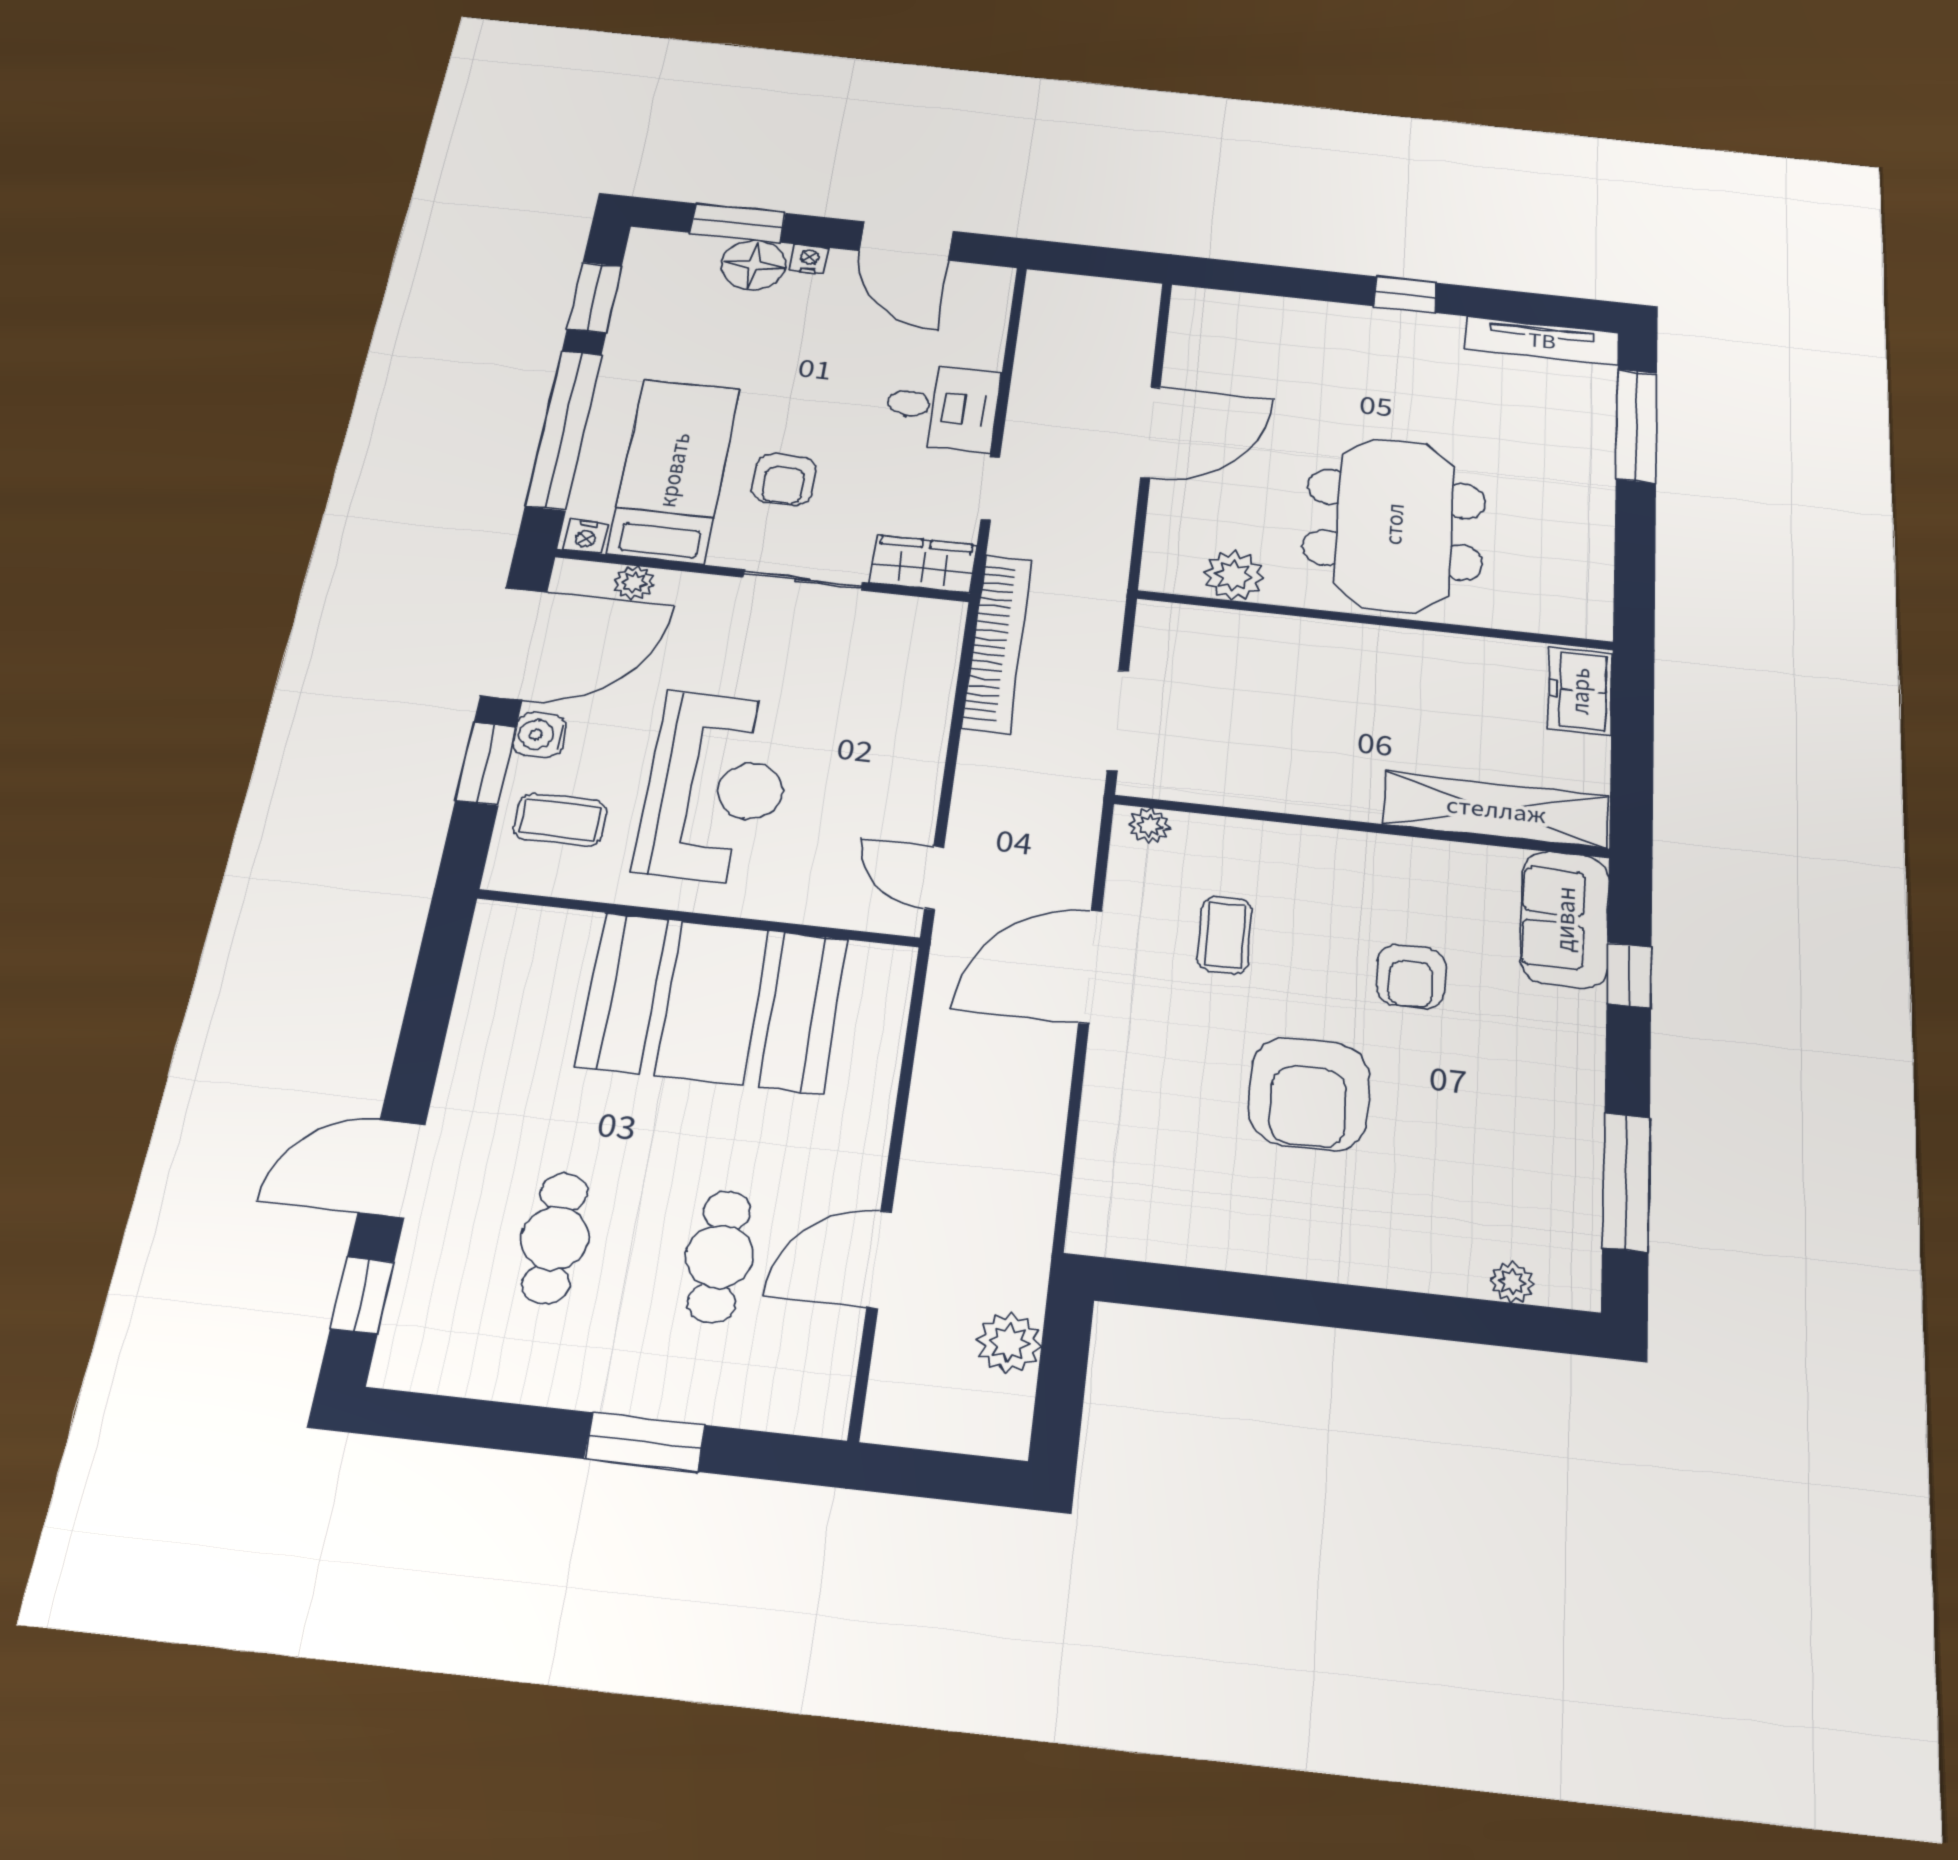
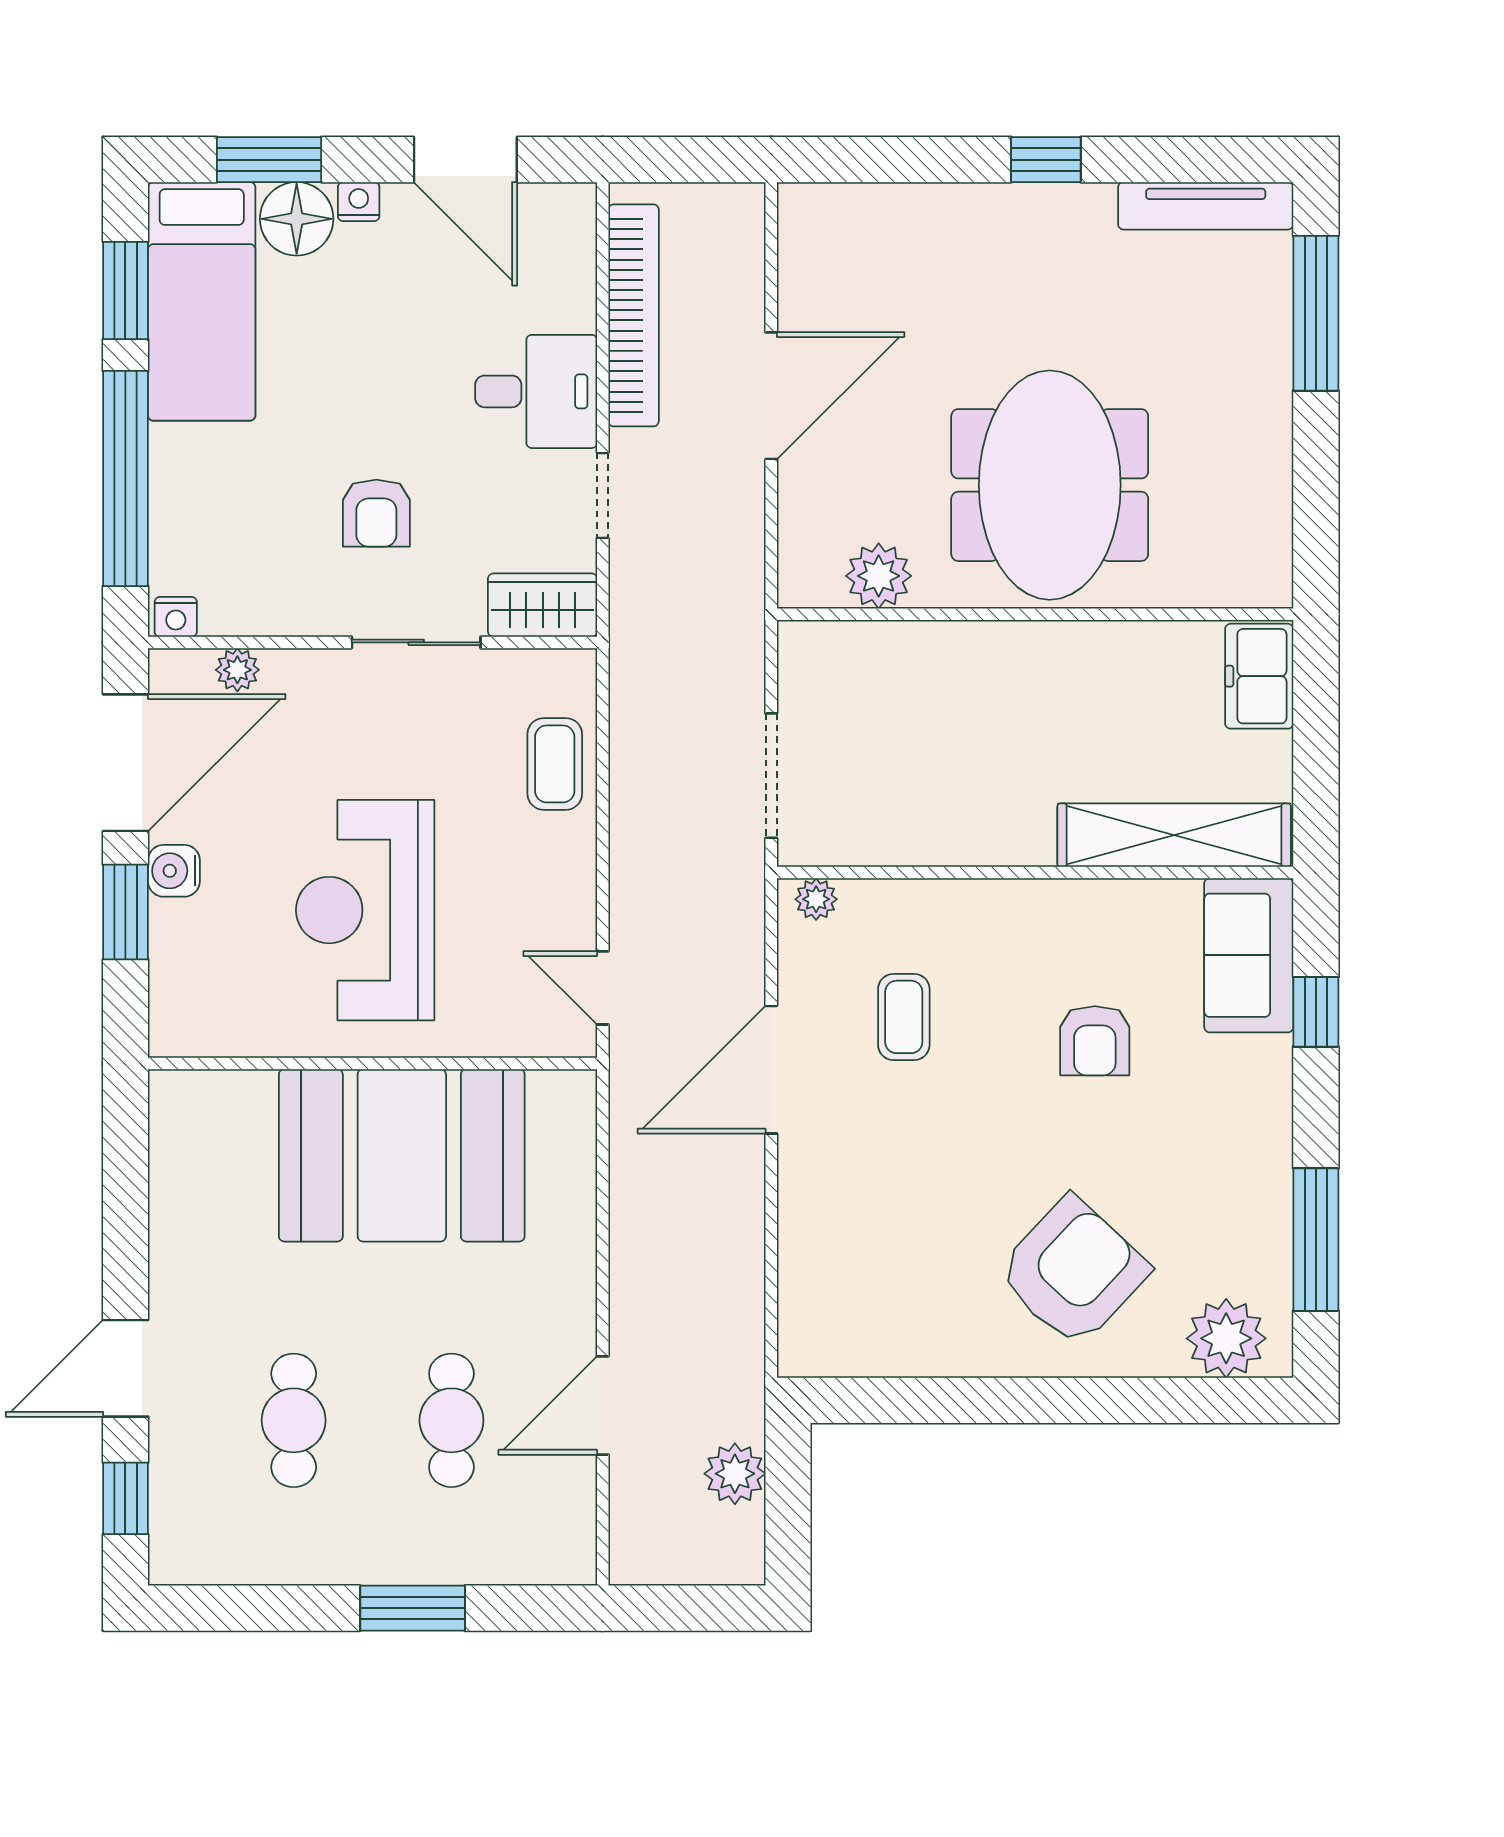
bed: (674, 470) -> (202, 301), moved, turned 180
bookcase: (997, 643) -> (634, 315), moved
reception desk: (716, 787) -> (365, 910), turned 180
coffee table: (560, 820) -> (555, 764), moved, turned 90
armchair: (1309, 1094) -> (1073, 1272), moved, turned -137
plant: (1512, 1282) -> (1226, 1338), width x1.87, depth x1.87

